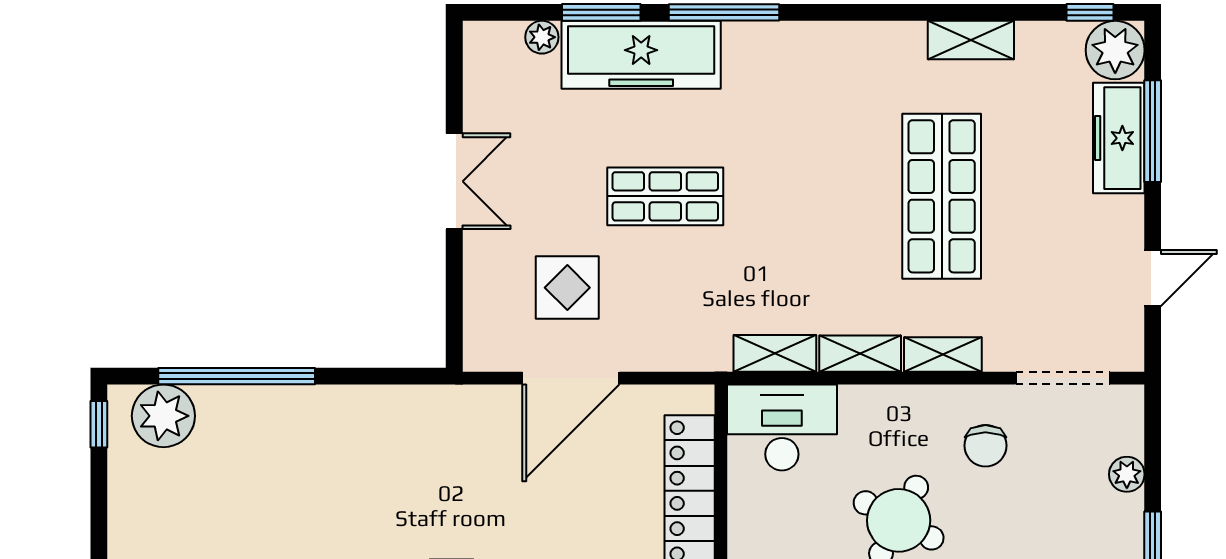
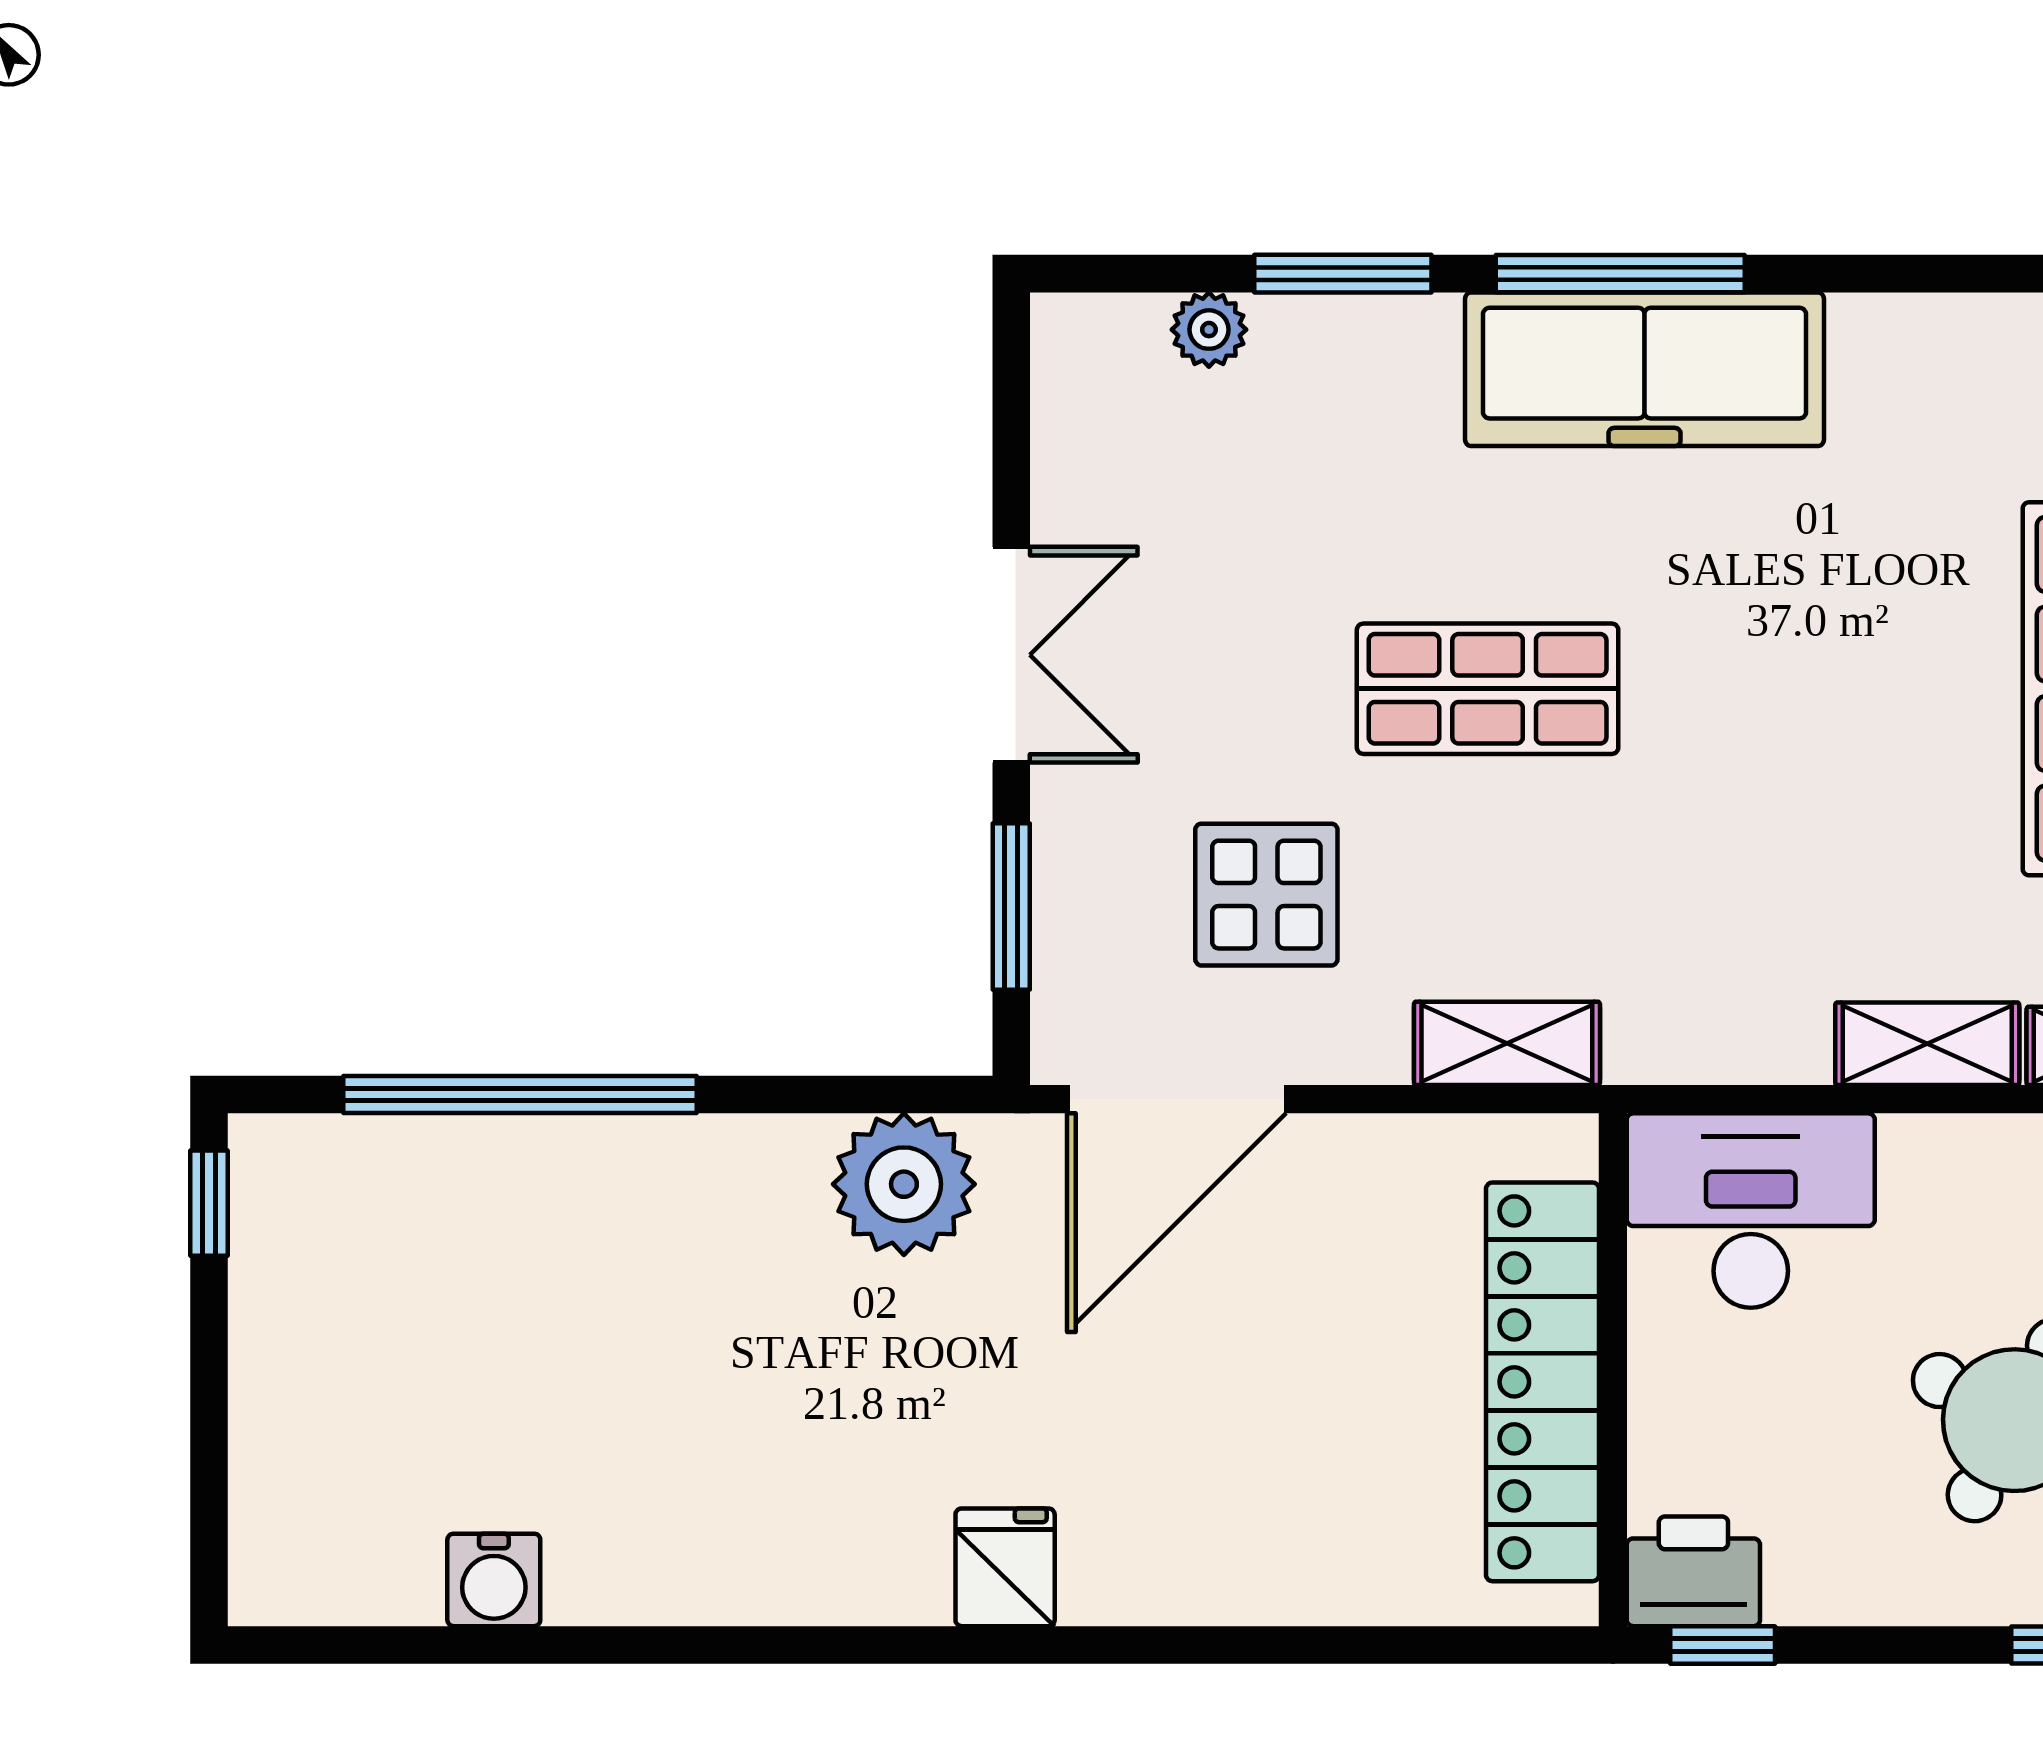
freezer: (641, 55) -> (1645, 369), moved
window: (454, 293) -> (1011, 906), added
shelving: (775, 353) -> (1507, 1043), moved
door: (571, 378) -> (1177, 1099), moved
plant: (163, 416) -> (904, 1184), moved

